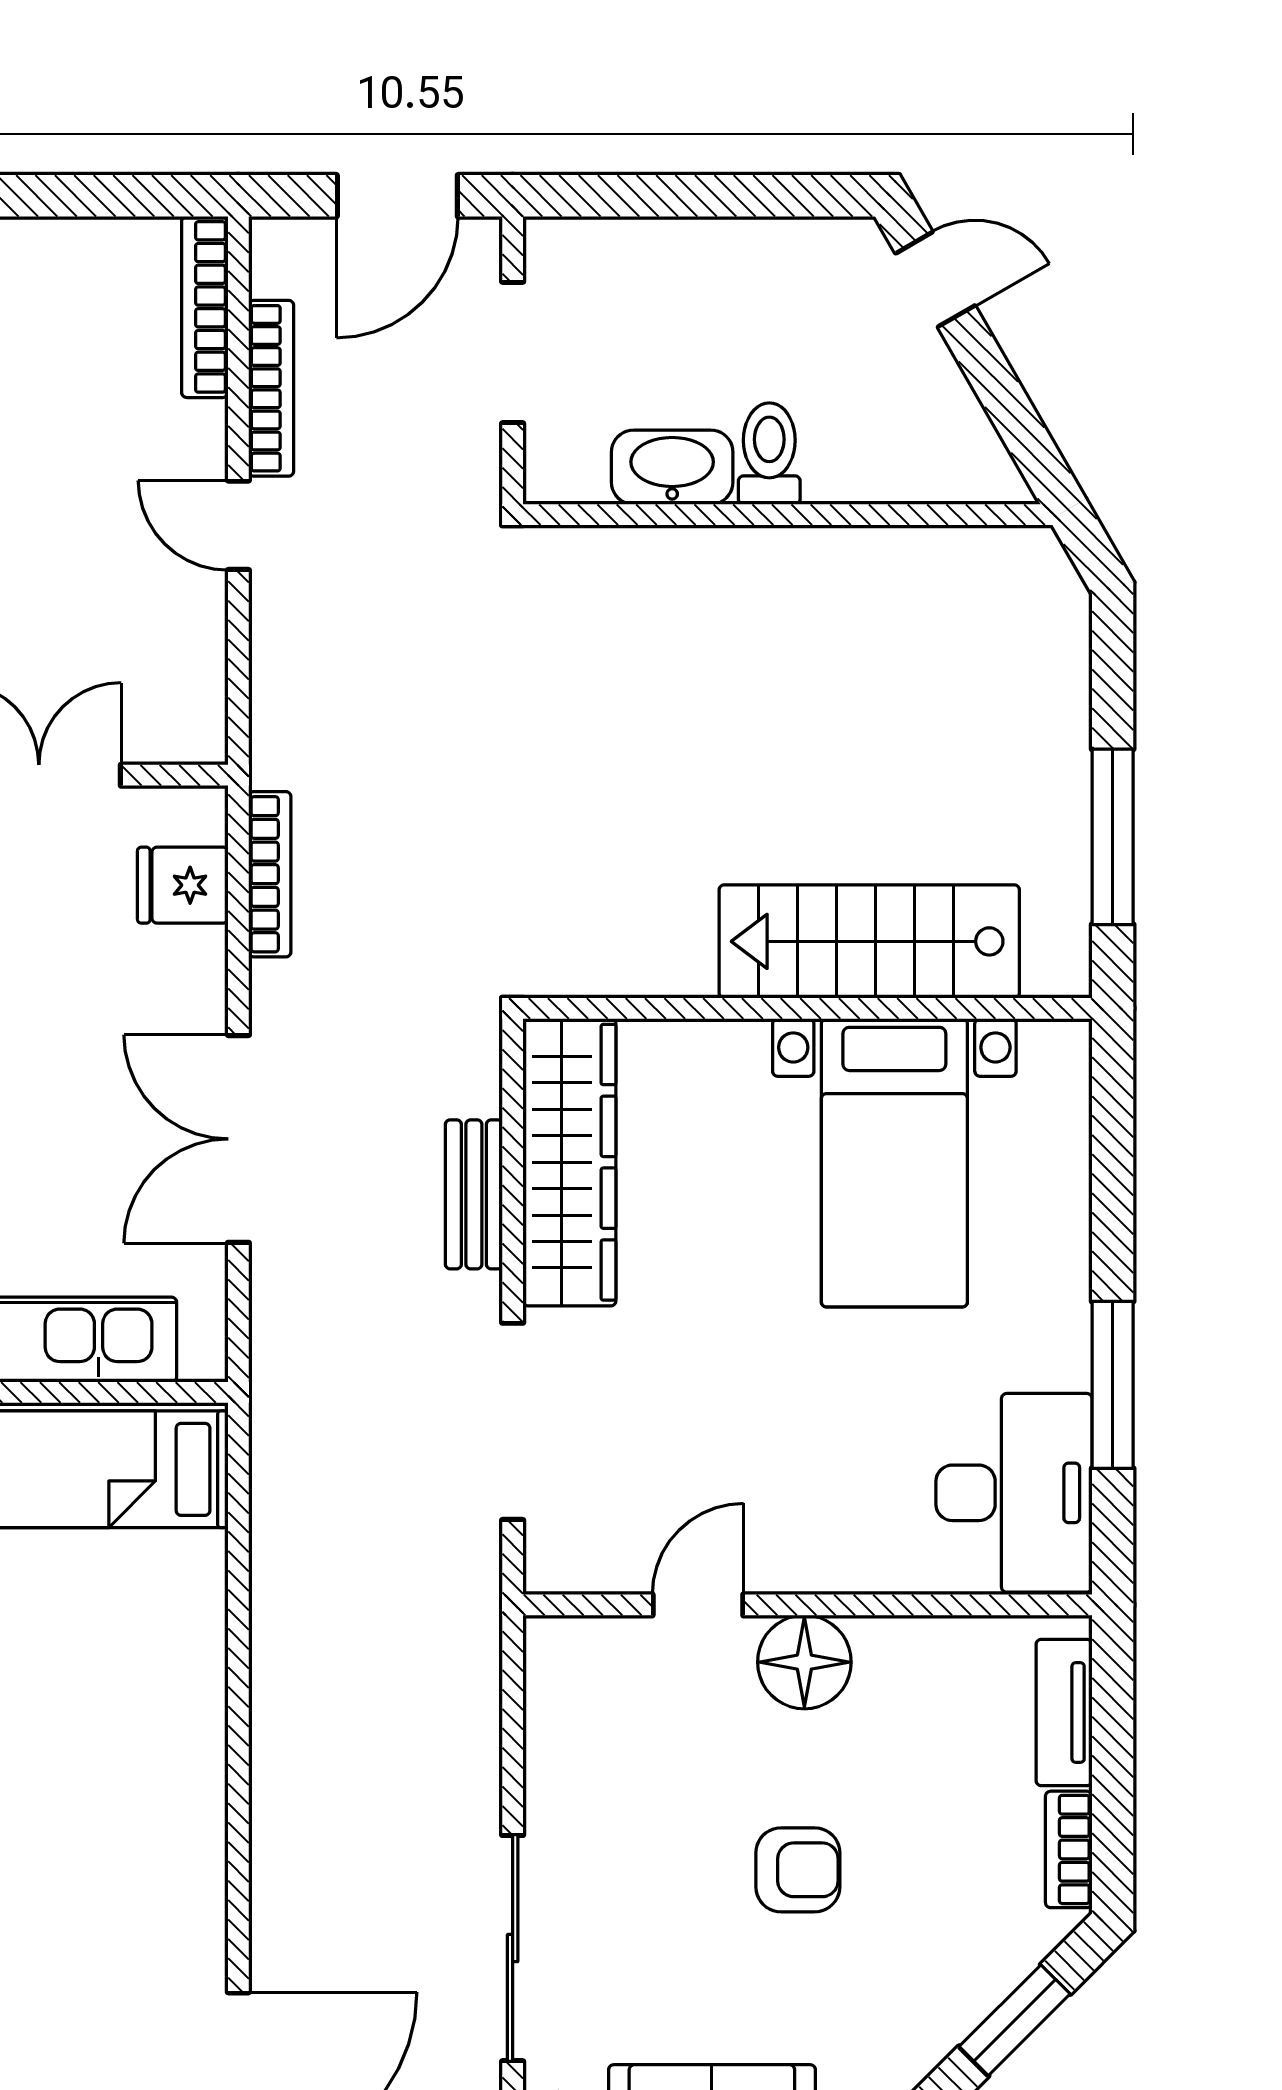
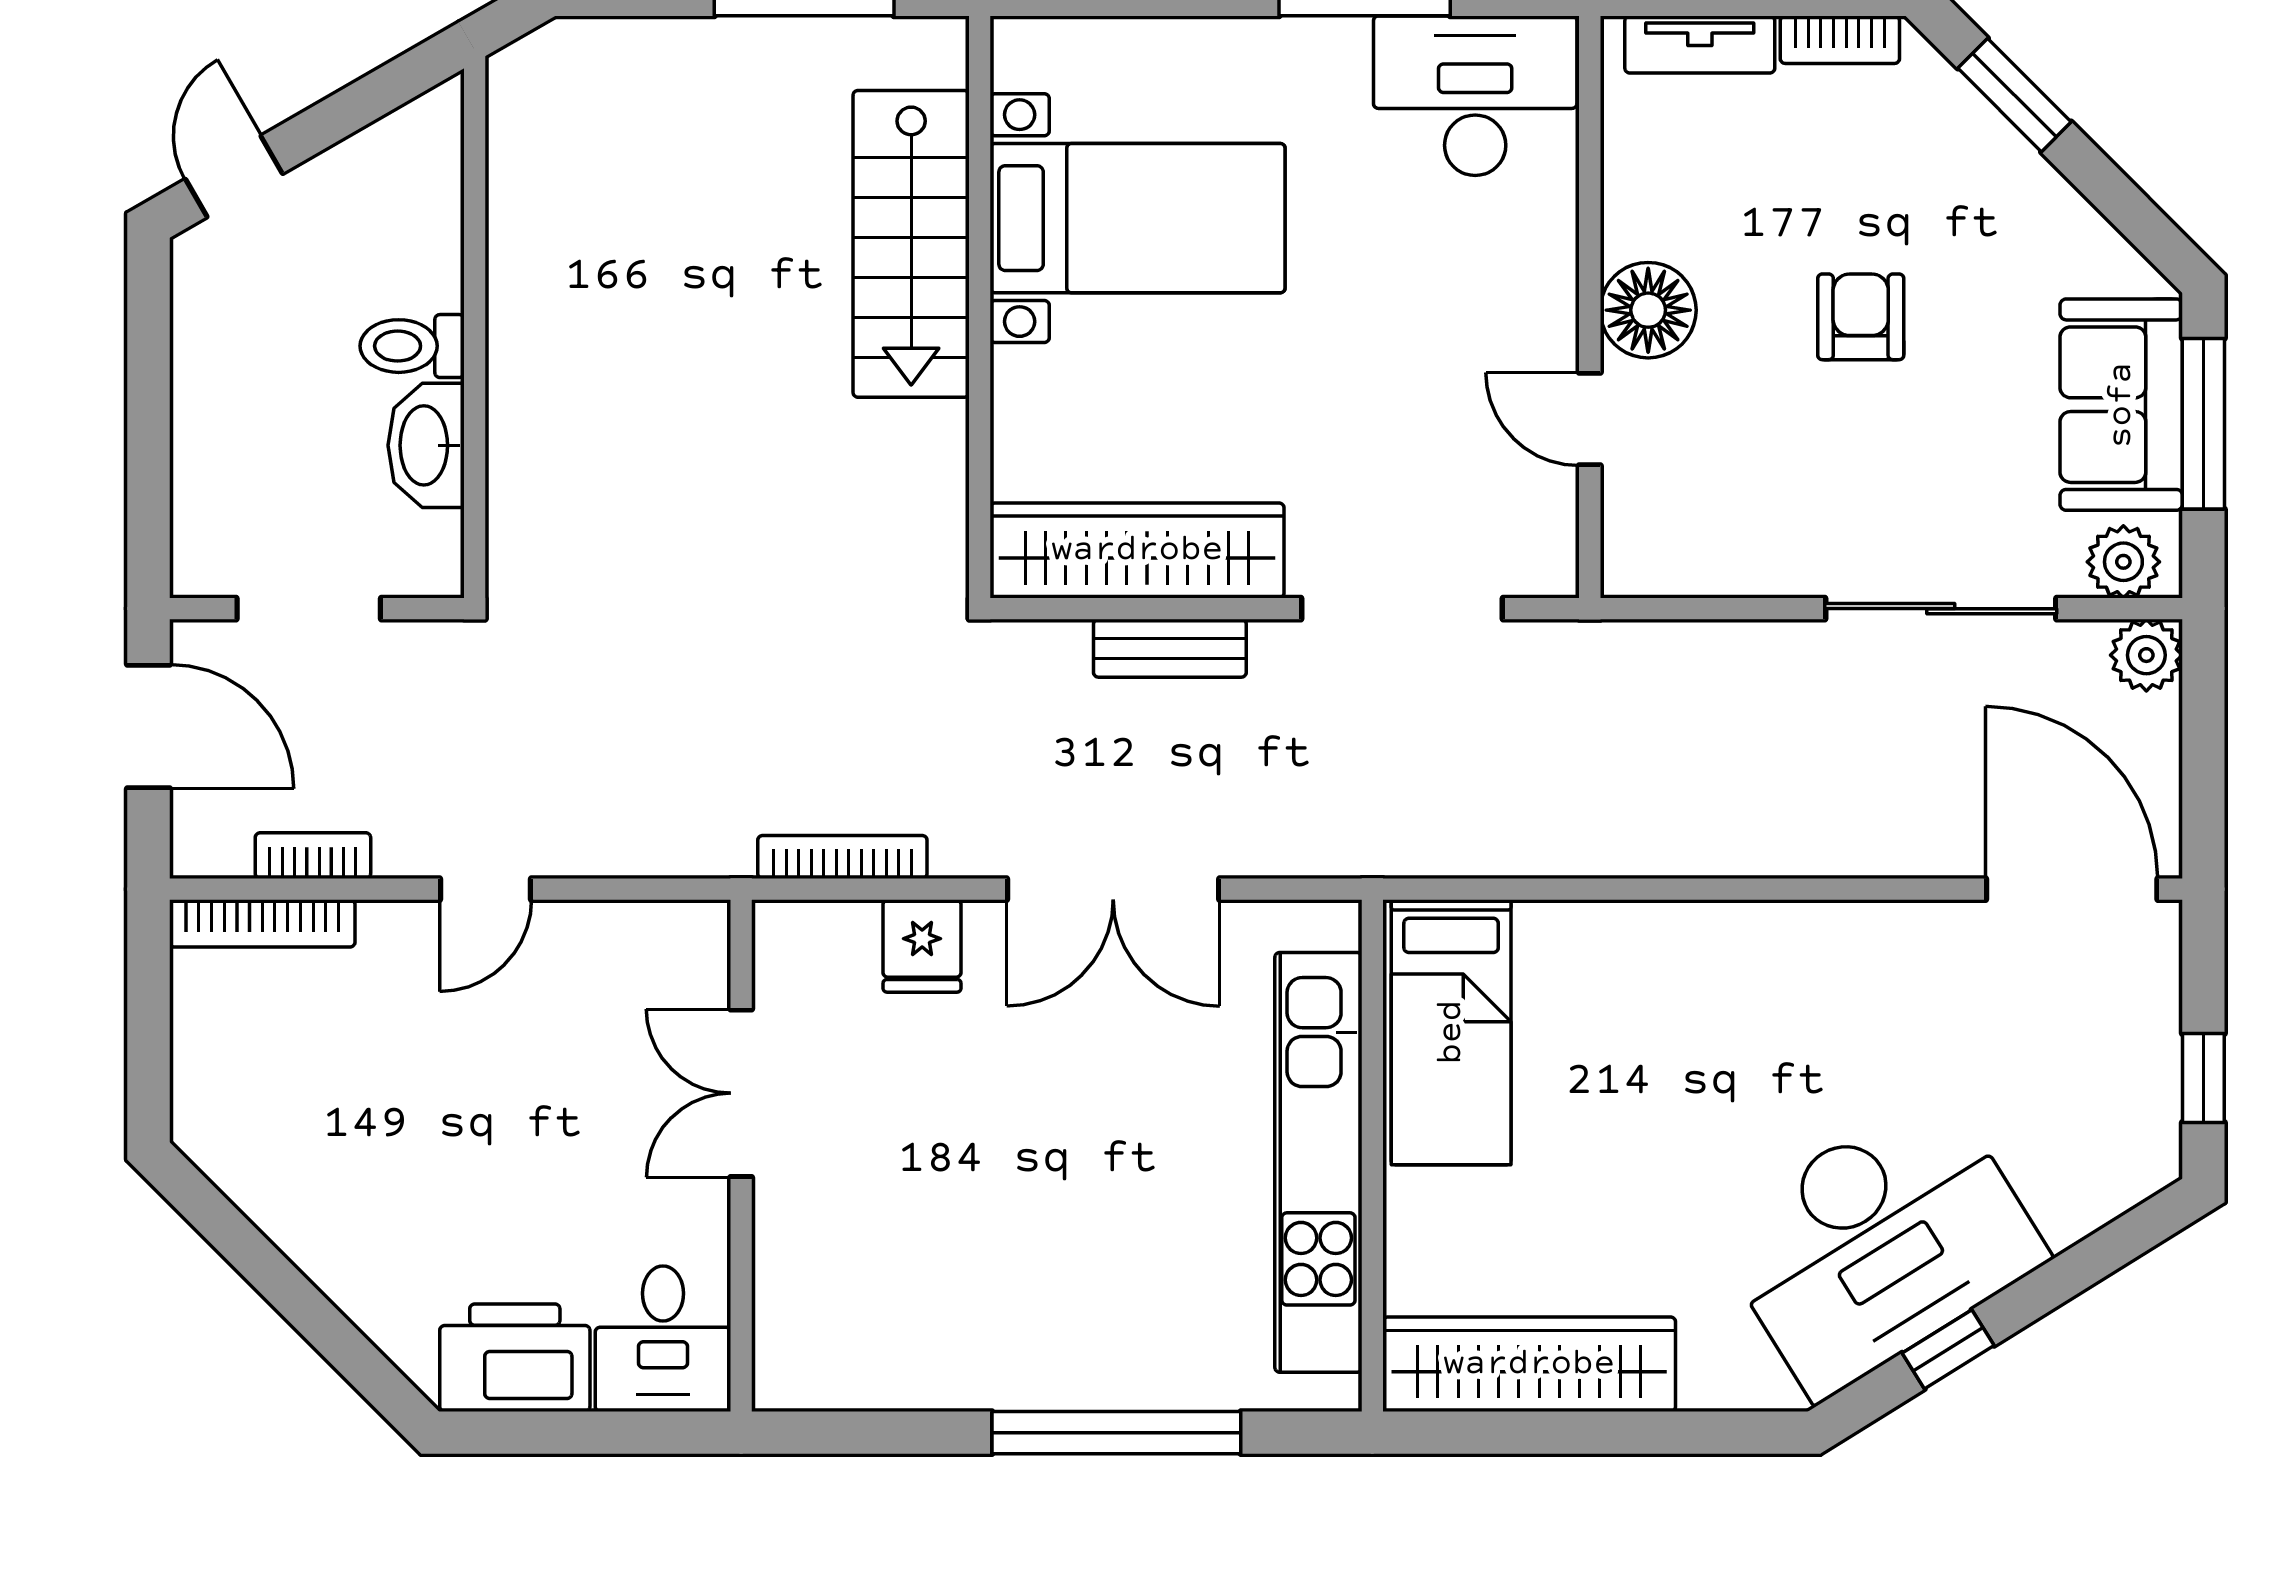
bookcase: (271, 388) -> (313, 856), width x0.64
fridge: (183, 885) -> (922, 946), moved

